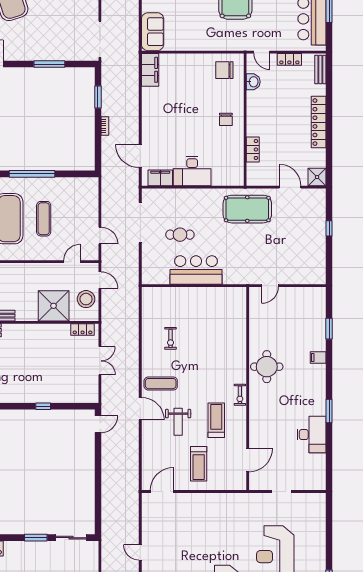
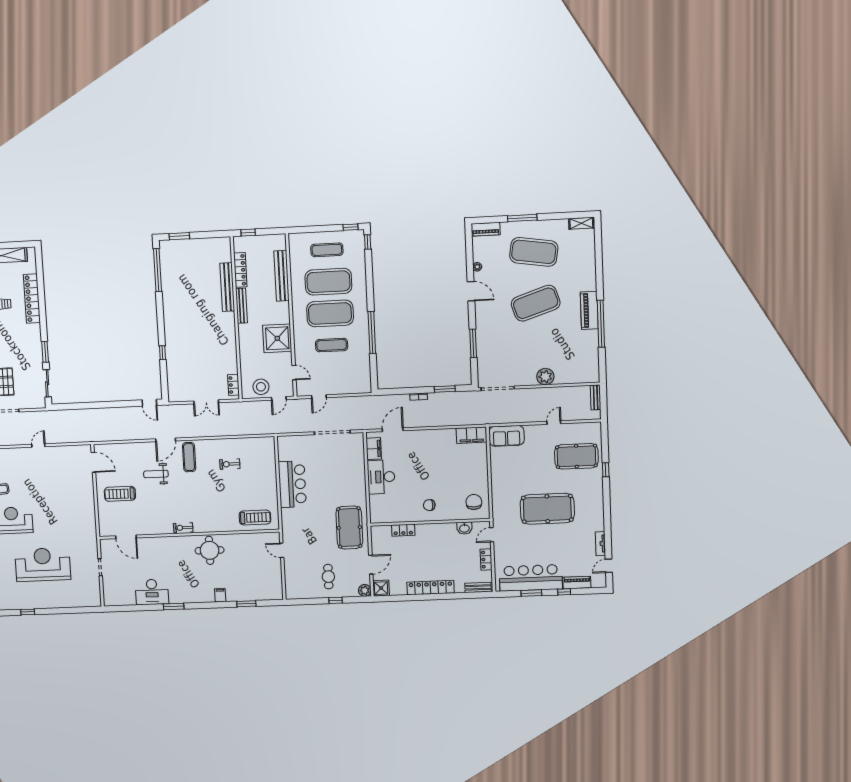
plant: (319, 195) -> (365, 590), added
cafe table: (180, 235) -> (328, 577), moved
shower: (54, 306) -> (277, 338), moved
treadmill: (216, 420) -> (255, 518), moved

